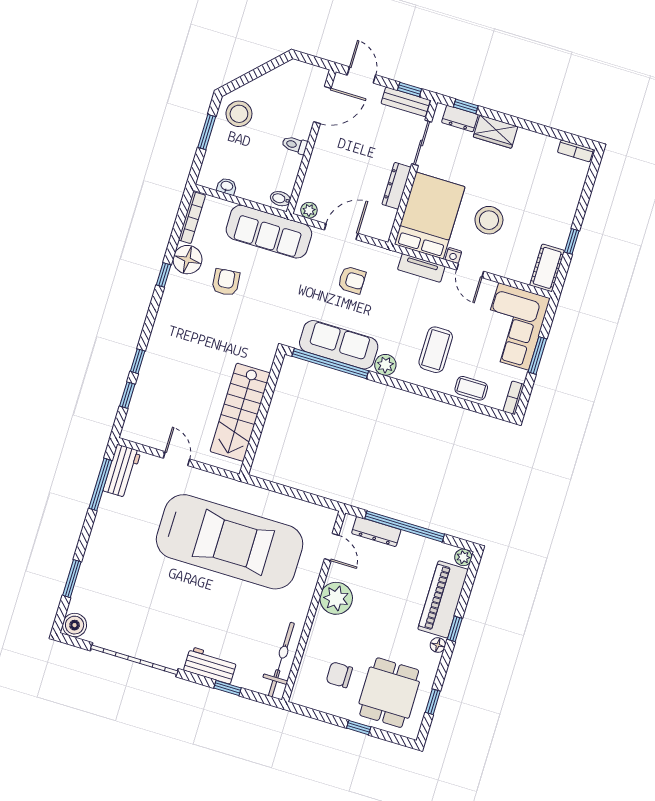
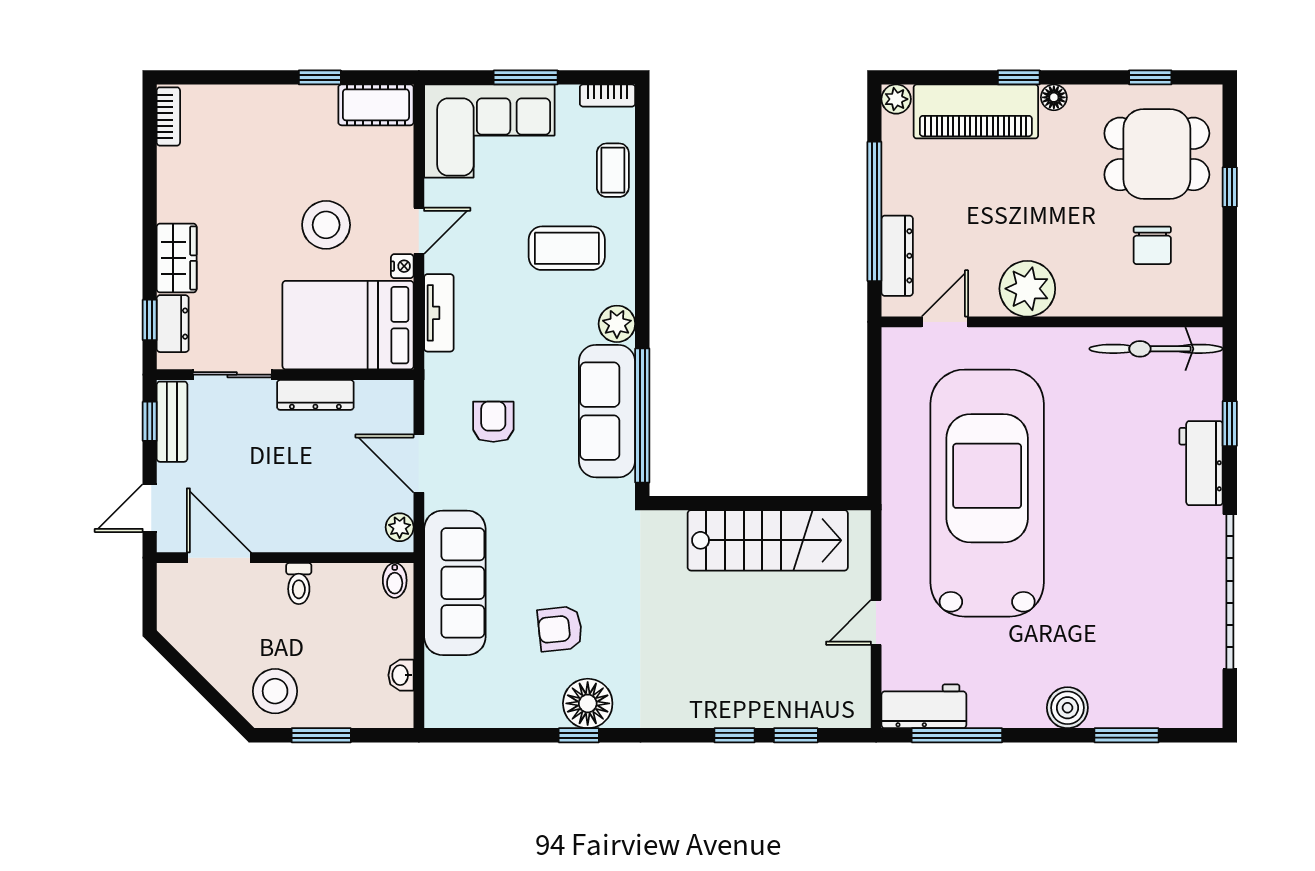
bookcase: (192, 218) -> (470, 717), removed
floor lamp: (187, 260) -> (588, 703), moved
boiler: (75, 625) -> (1067, 708), moved

